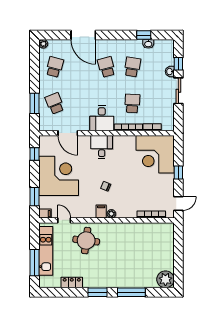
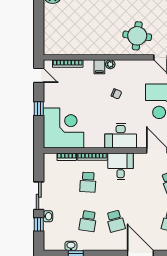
desk: (102, 147) -> (121, 136), width x1.37
door: (178, 204) -> (39, 75), swing flipped
filing cabinet: (101, 212) -> (99, 67), moved

